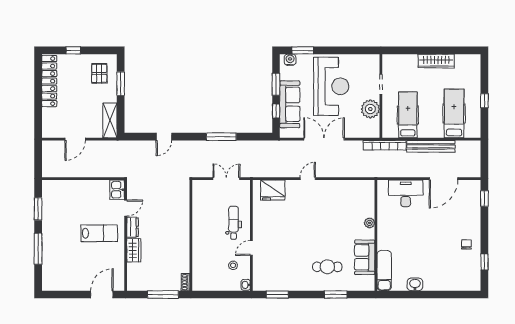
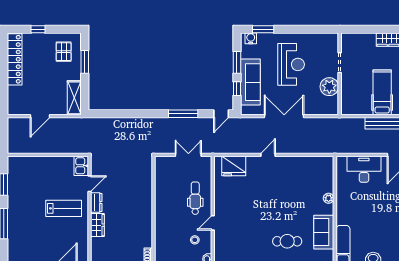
reception desk: (331, 86) -> (291, 64), width x0.74, depth x0.77
hospital bed: (408, 115) -> (382, 92), moved
door: (164, 137) -> (221, 114), moved
bookcase: (385, 145) -> (343, 122), removed

